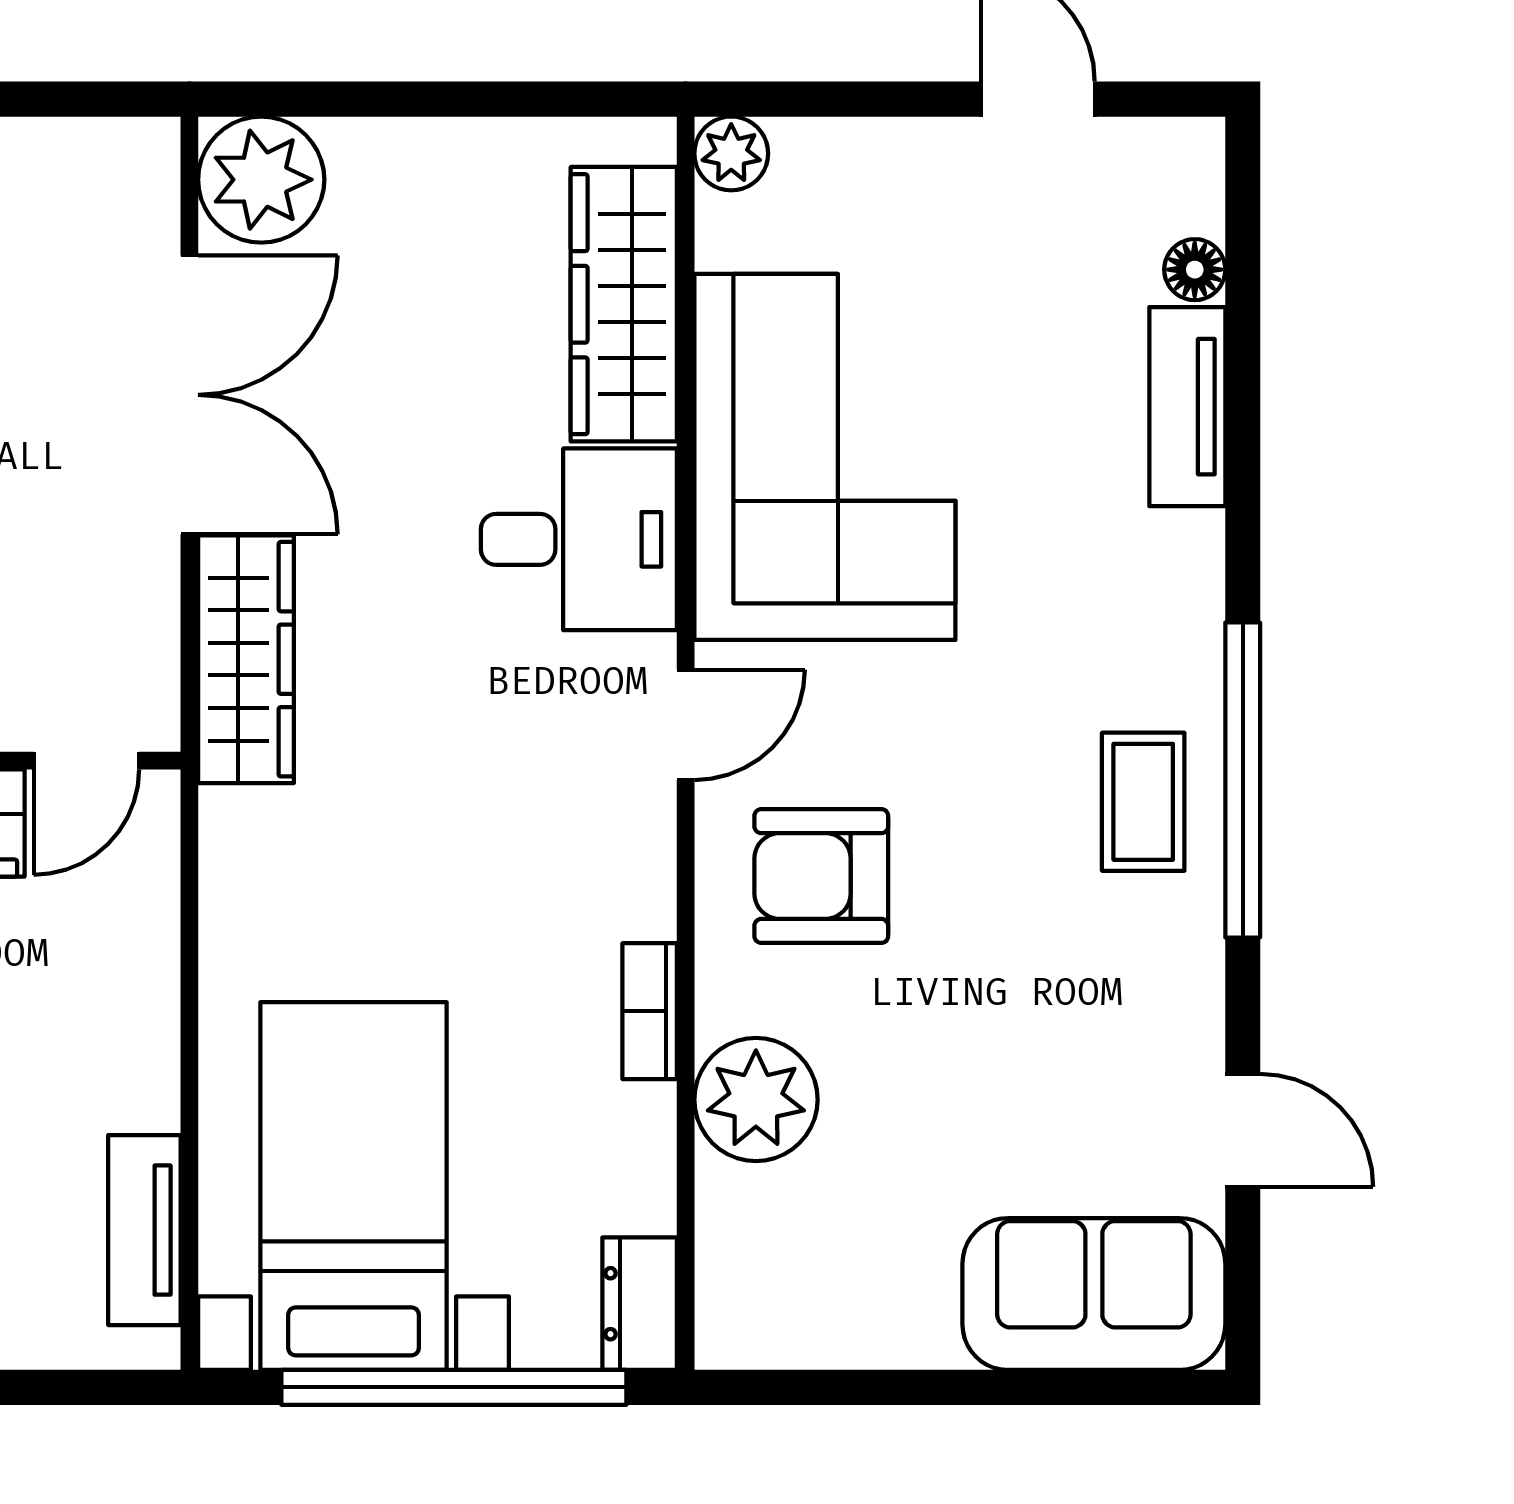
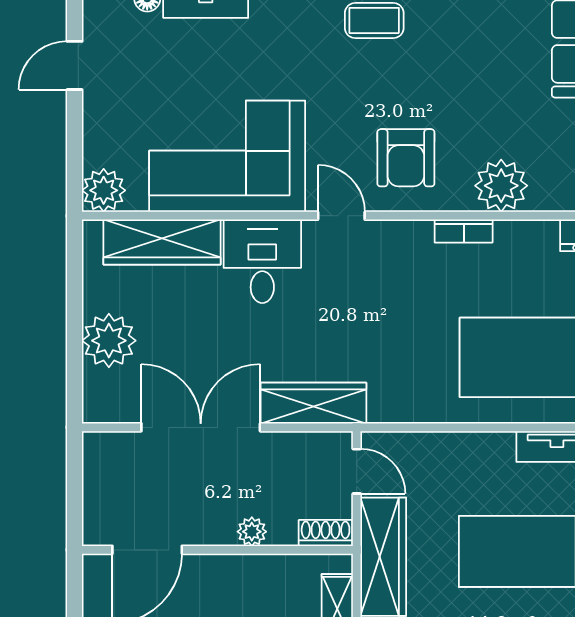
plant: (731, 153) -> (104, 190), width x1.38, depth x1.38
plant: (261, 180) -> (109, 341), moved

